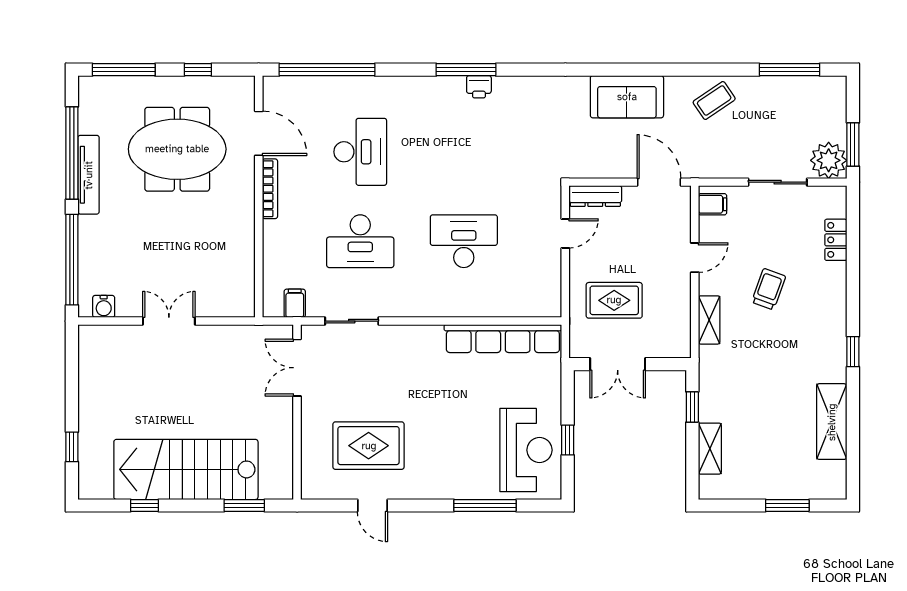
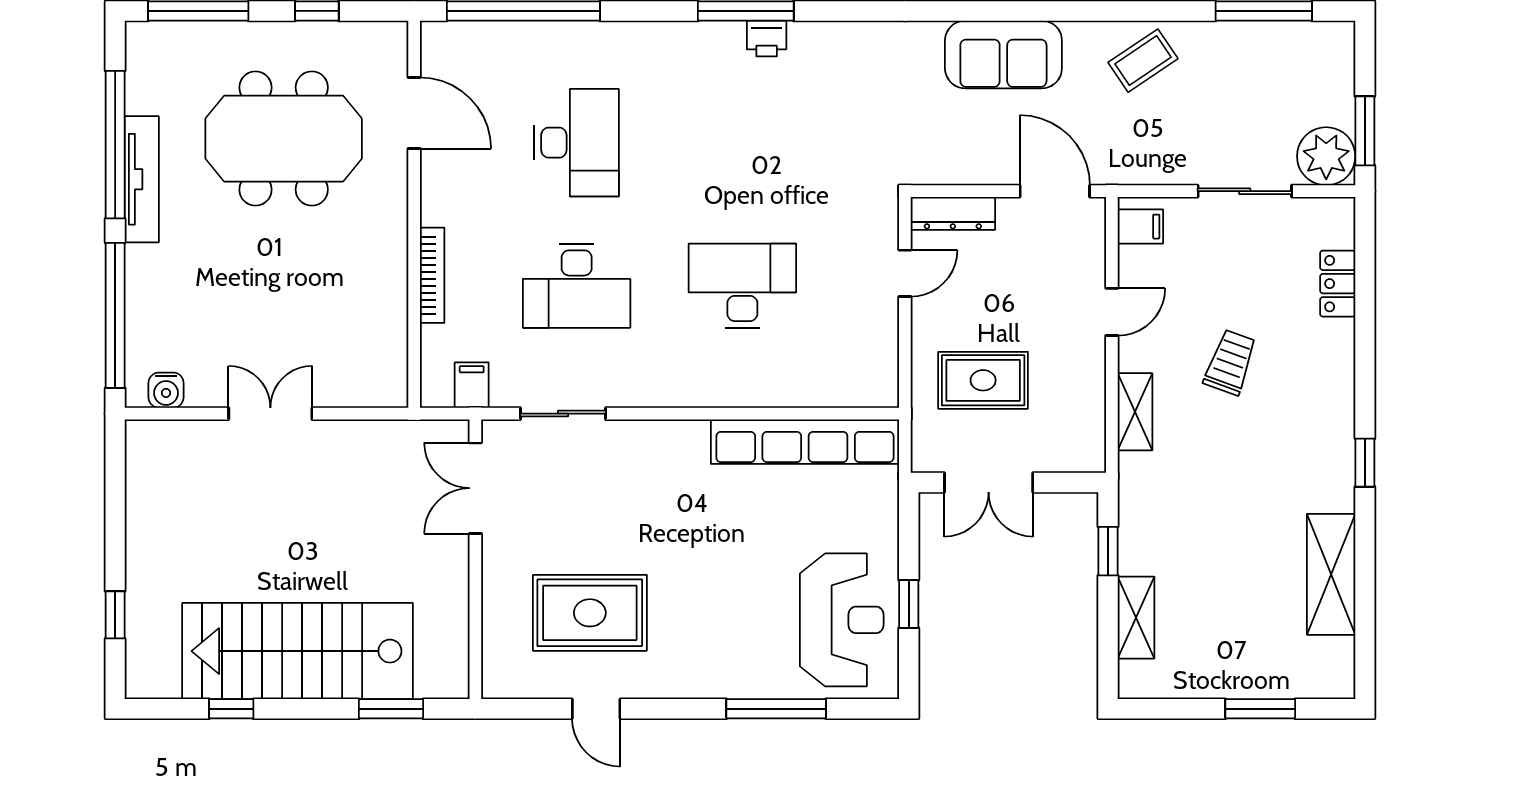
bookcase: (270, 189) -> (432, 275), moved

